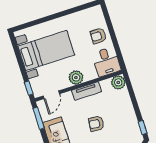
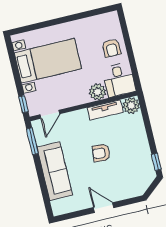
armchair: (98, 36) -> (112, 48), turned -90
plant: (76, 77) -> (97, 92), moved
tv unit: (86, 91) -> (105, 110), moved

